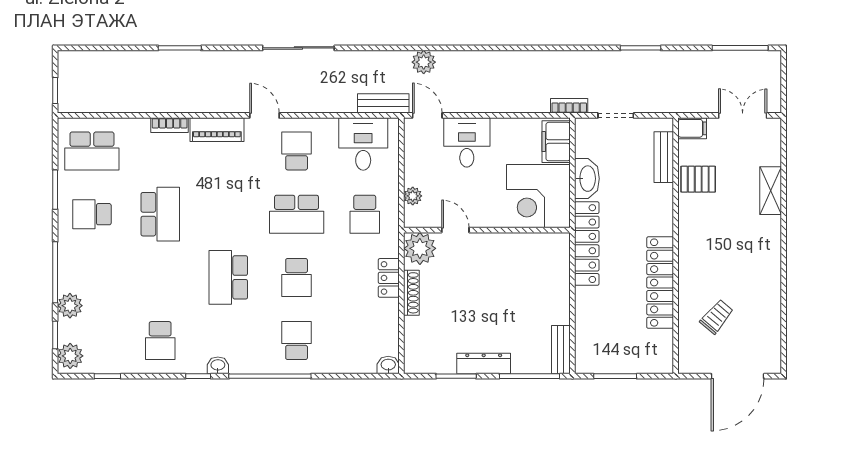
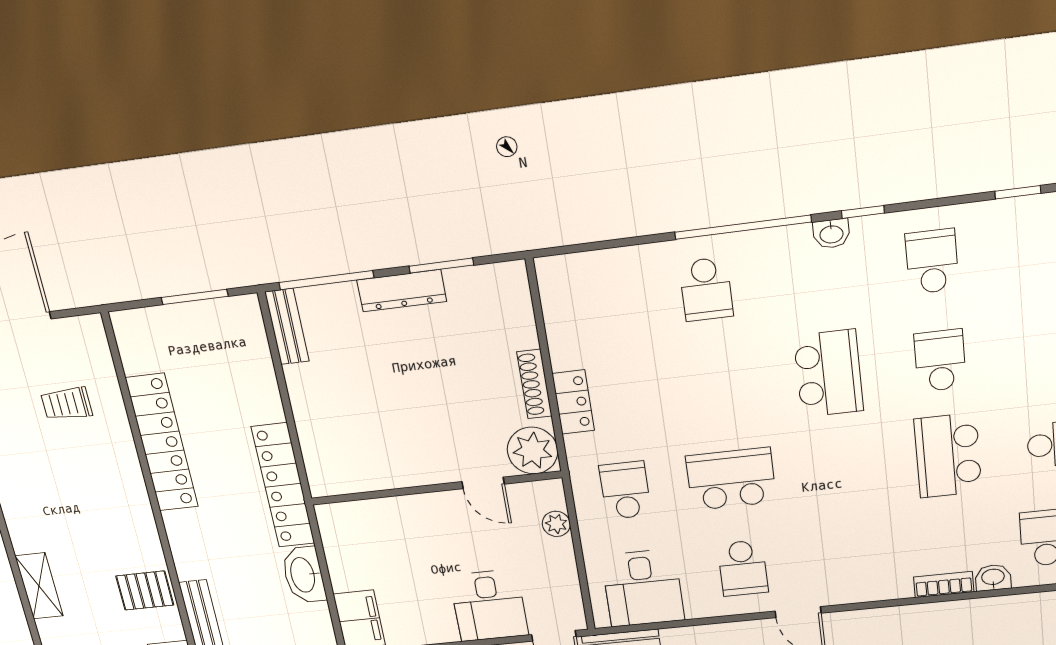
piano: (217, 130) -> (869, 585), removed
corner desk: (538, 196) -> (369, 544), removed
school desk: (297, 277) -> (940, 361), moved
trolley: (717, 317) -> (66, 404), turned 50
washbasin: (388, 365) -> (993, 578), moved, turned 180

